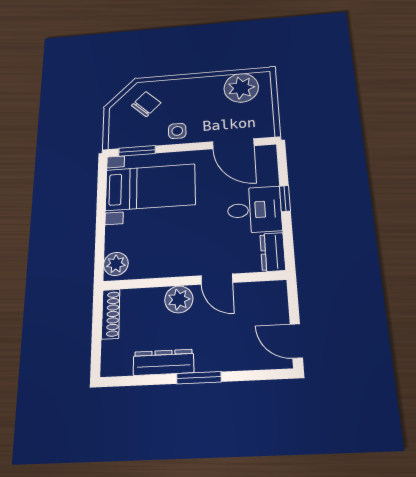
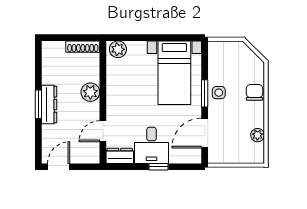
plant: (241, 88) -> (258, 135), width x0.53, depth x0.53
chair: (146, 104) -> (255, 92), moved, turned -134
window: (137, 151) -> (205, 93), moved
door: (217, 279) -> (103, 131), moved
dresser: (163, 362) -> (49, 105), moved

